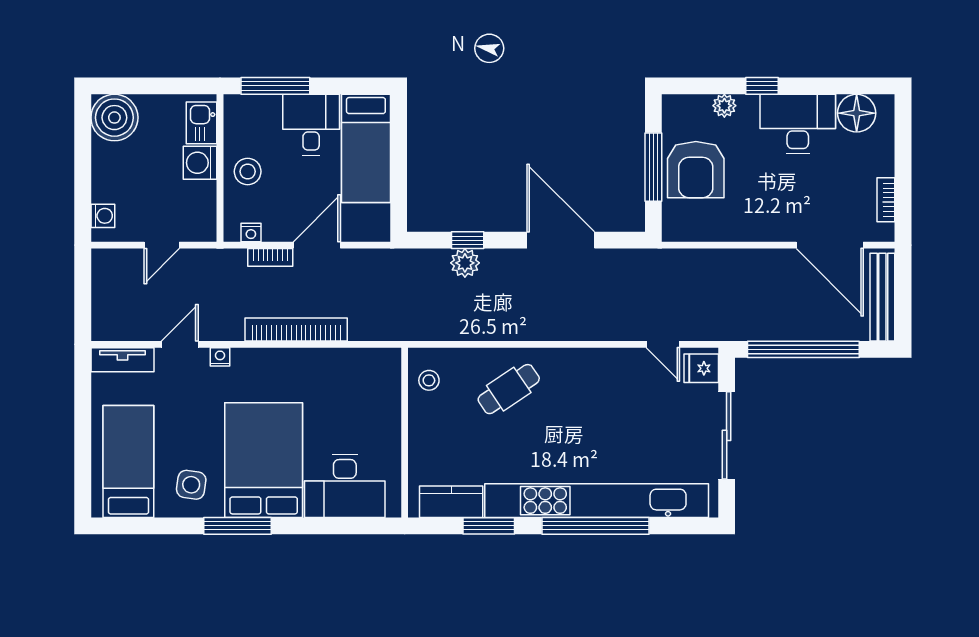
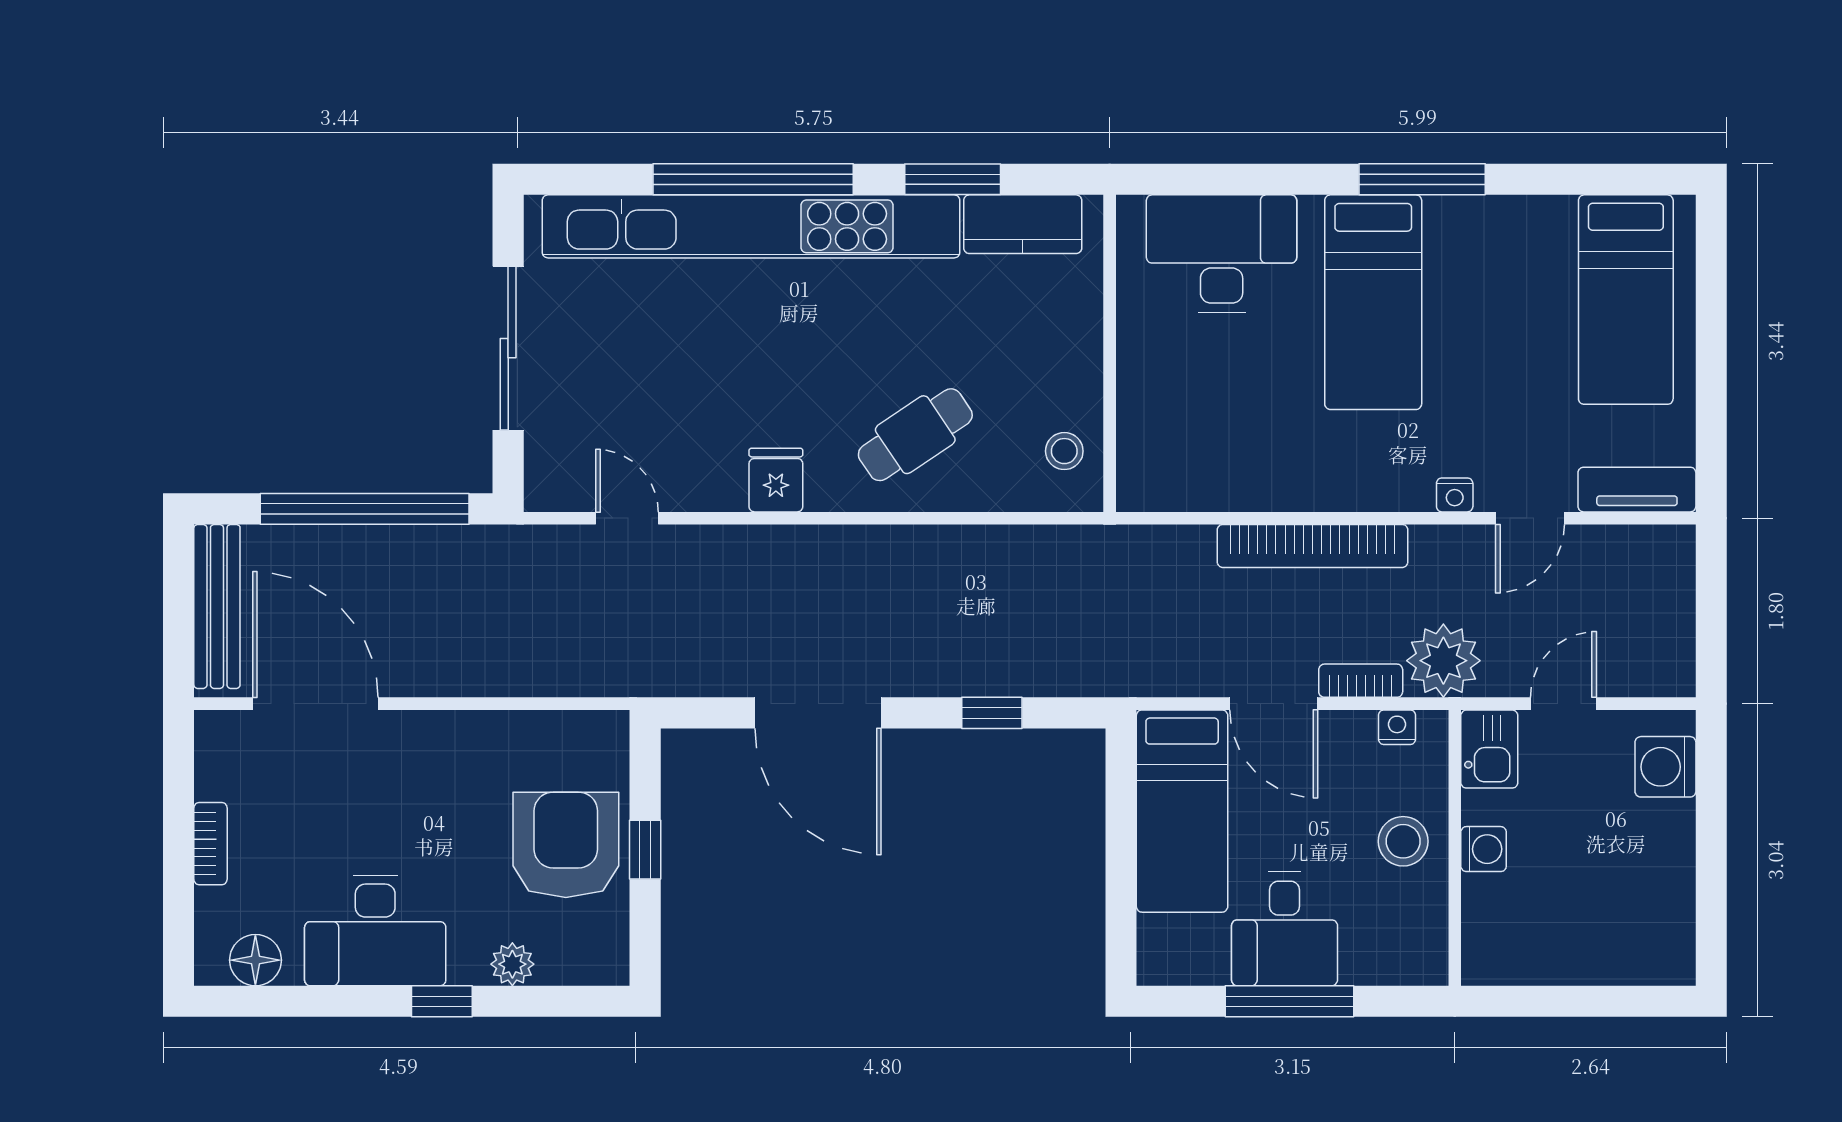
window: (275, 86) -> (1289, 1001), moved
floor lamp: (857, 113) -> (255, 960), width x0.73, depth x0.73
boiler: (114, 118) -> (1652, 942), removed
kitchen sink: (202, 123) -> (1489, 749), moved
bed: (366, 148) -> (1182, 811), moved, turned 180
washing machine: (200, 163) -> (1484, 849), width x0.73, depth x0.73
window: (653, 167) -> (645, 850), width x0.46
bookcase: (886, 200) -> (210, 844), moved
washing machine: (103, 216) -> (1665, 767), width x1.38, depth x1.38
door: (317, 245) -> (1274, 704), hinge flipped
plant: (465, 263) -> (1443, 661), moved, width x1.36, depth x1.36
fridge: (701, 368) -> (776, 480), moved, turned -90
bed: (264, 460) -> (1373, 302), width x0.67
side table: (191, 485) -> (1509, 256), removed

